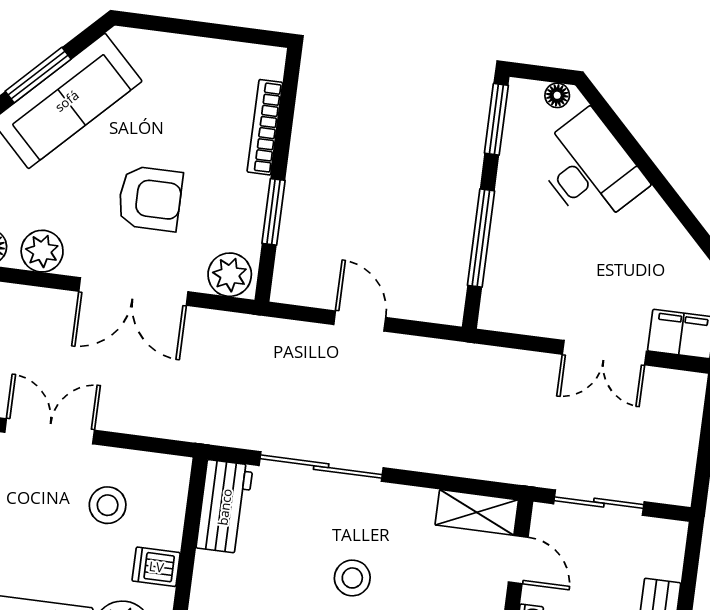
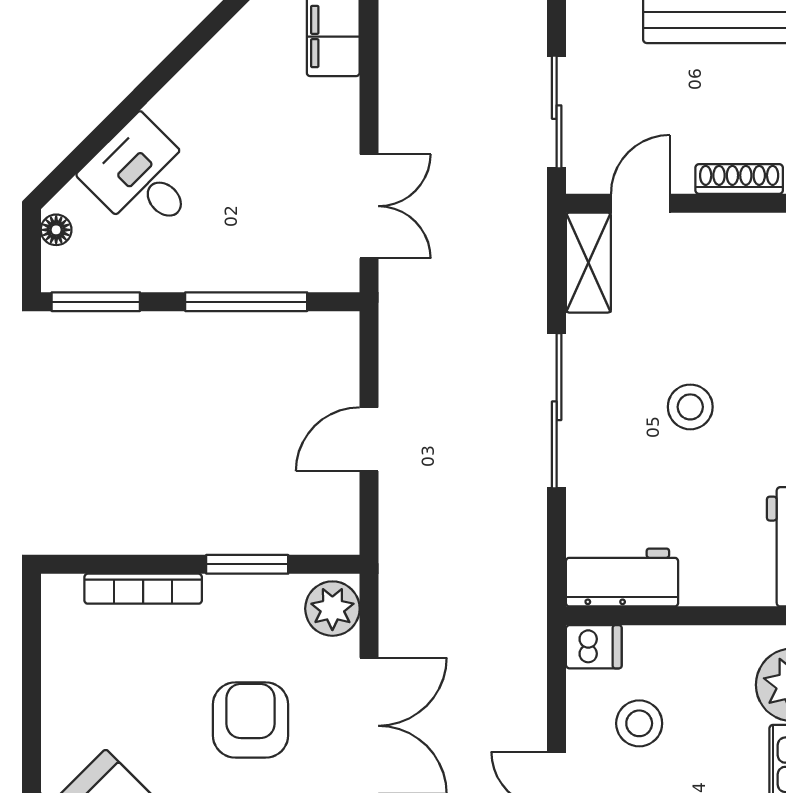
desk: (590, 169) -> (143, 177), width x0.73
double door: (604, 353) -> (369, 206), moved
sliding door: (321, 467) -> (557, 411), moved
dishwasher: (156, 567) -> (594, 647), moved, turned -90

